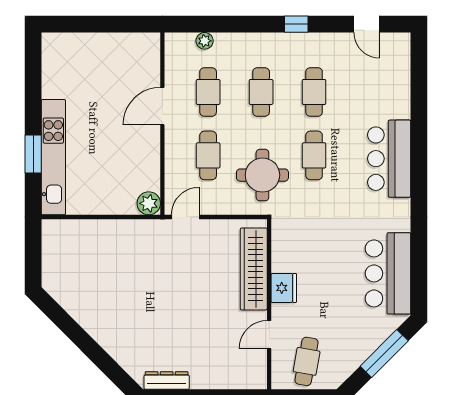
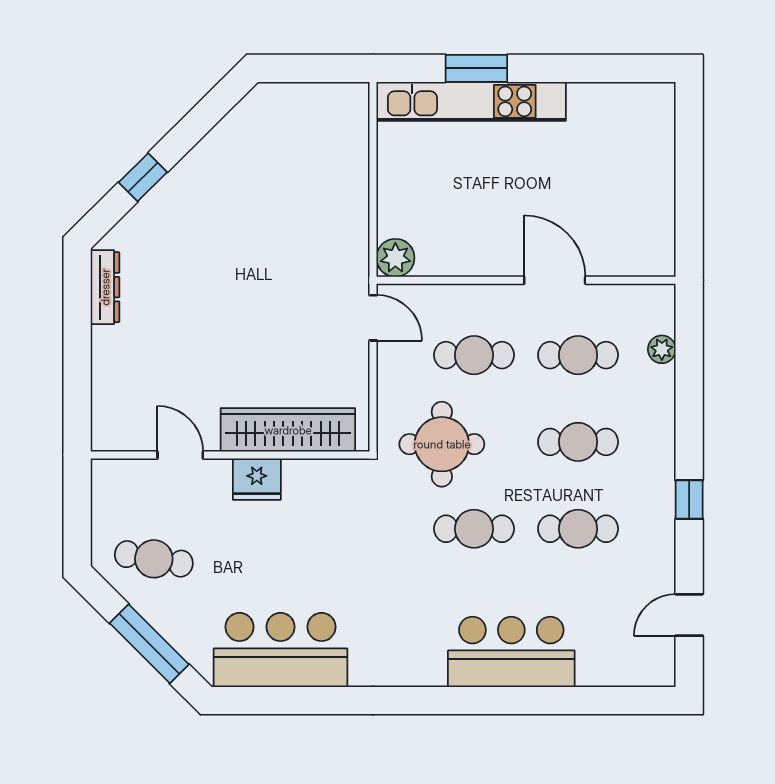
bar counter: (389, 159) -> (511, 652), moved
window: (100, 357) -> (143, 177), added
cafe table: (307, 361) -> (154, 559), moved

